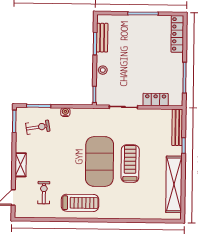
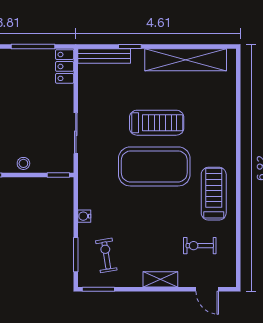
locker: (156, 100) -> (65, 66), moved
treadmill: (130, 164) -> (157, 123), turned 180

